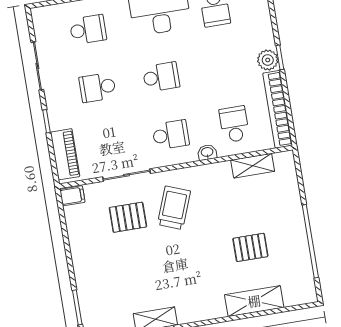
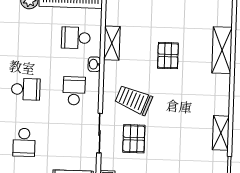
school desk: (161, 77) -> (26, 89), turned 90
shelving: (253, 166) -> (112, 43), moved
pallet: (250, 247) -> (168, 56), moved

